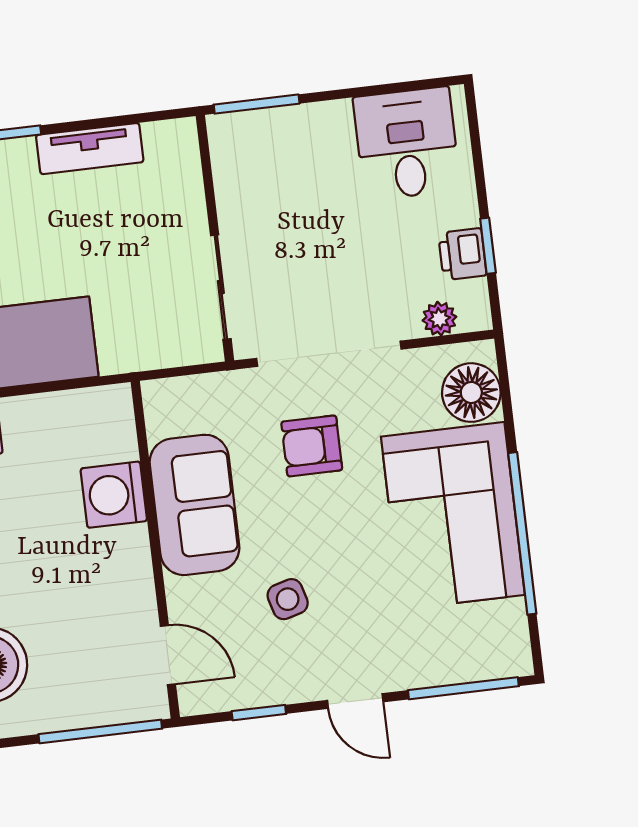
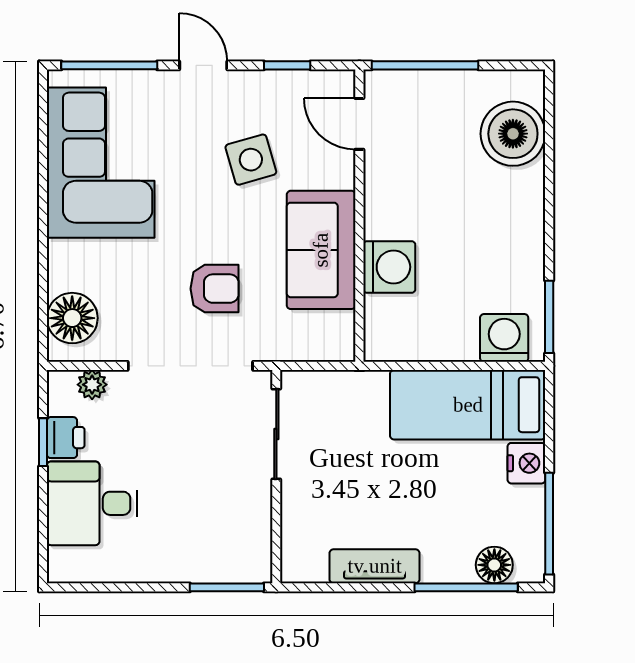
desk: (407, 144) -> (92, 503), moved, turned 90
corner sofa: (453, 516) -> (101, 163), moved
window: (522, 533) -> (43, 192), removed
side table: (288, 599) -> (251, 160), width x1.37, depth x1.37

